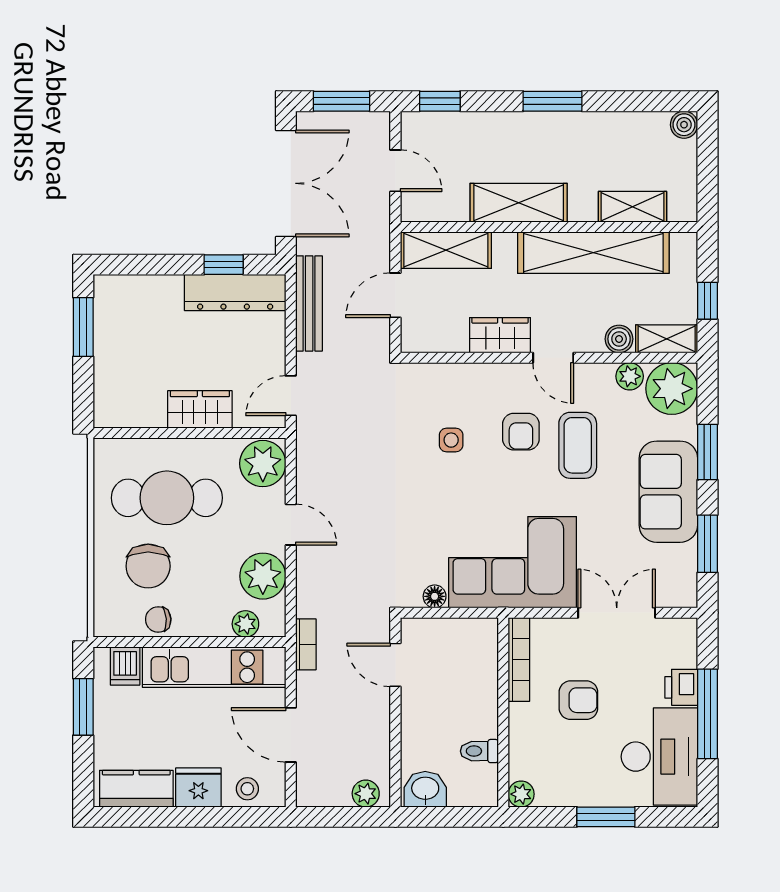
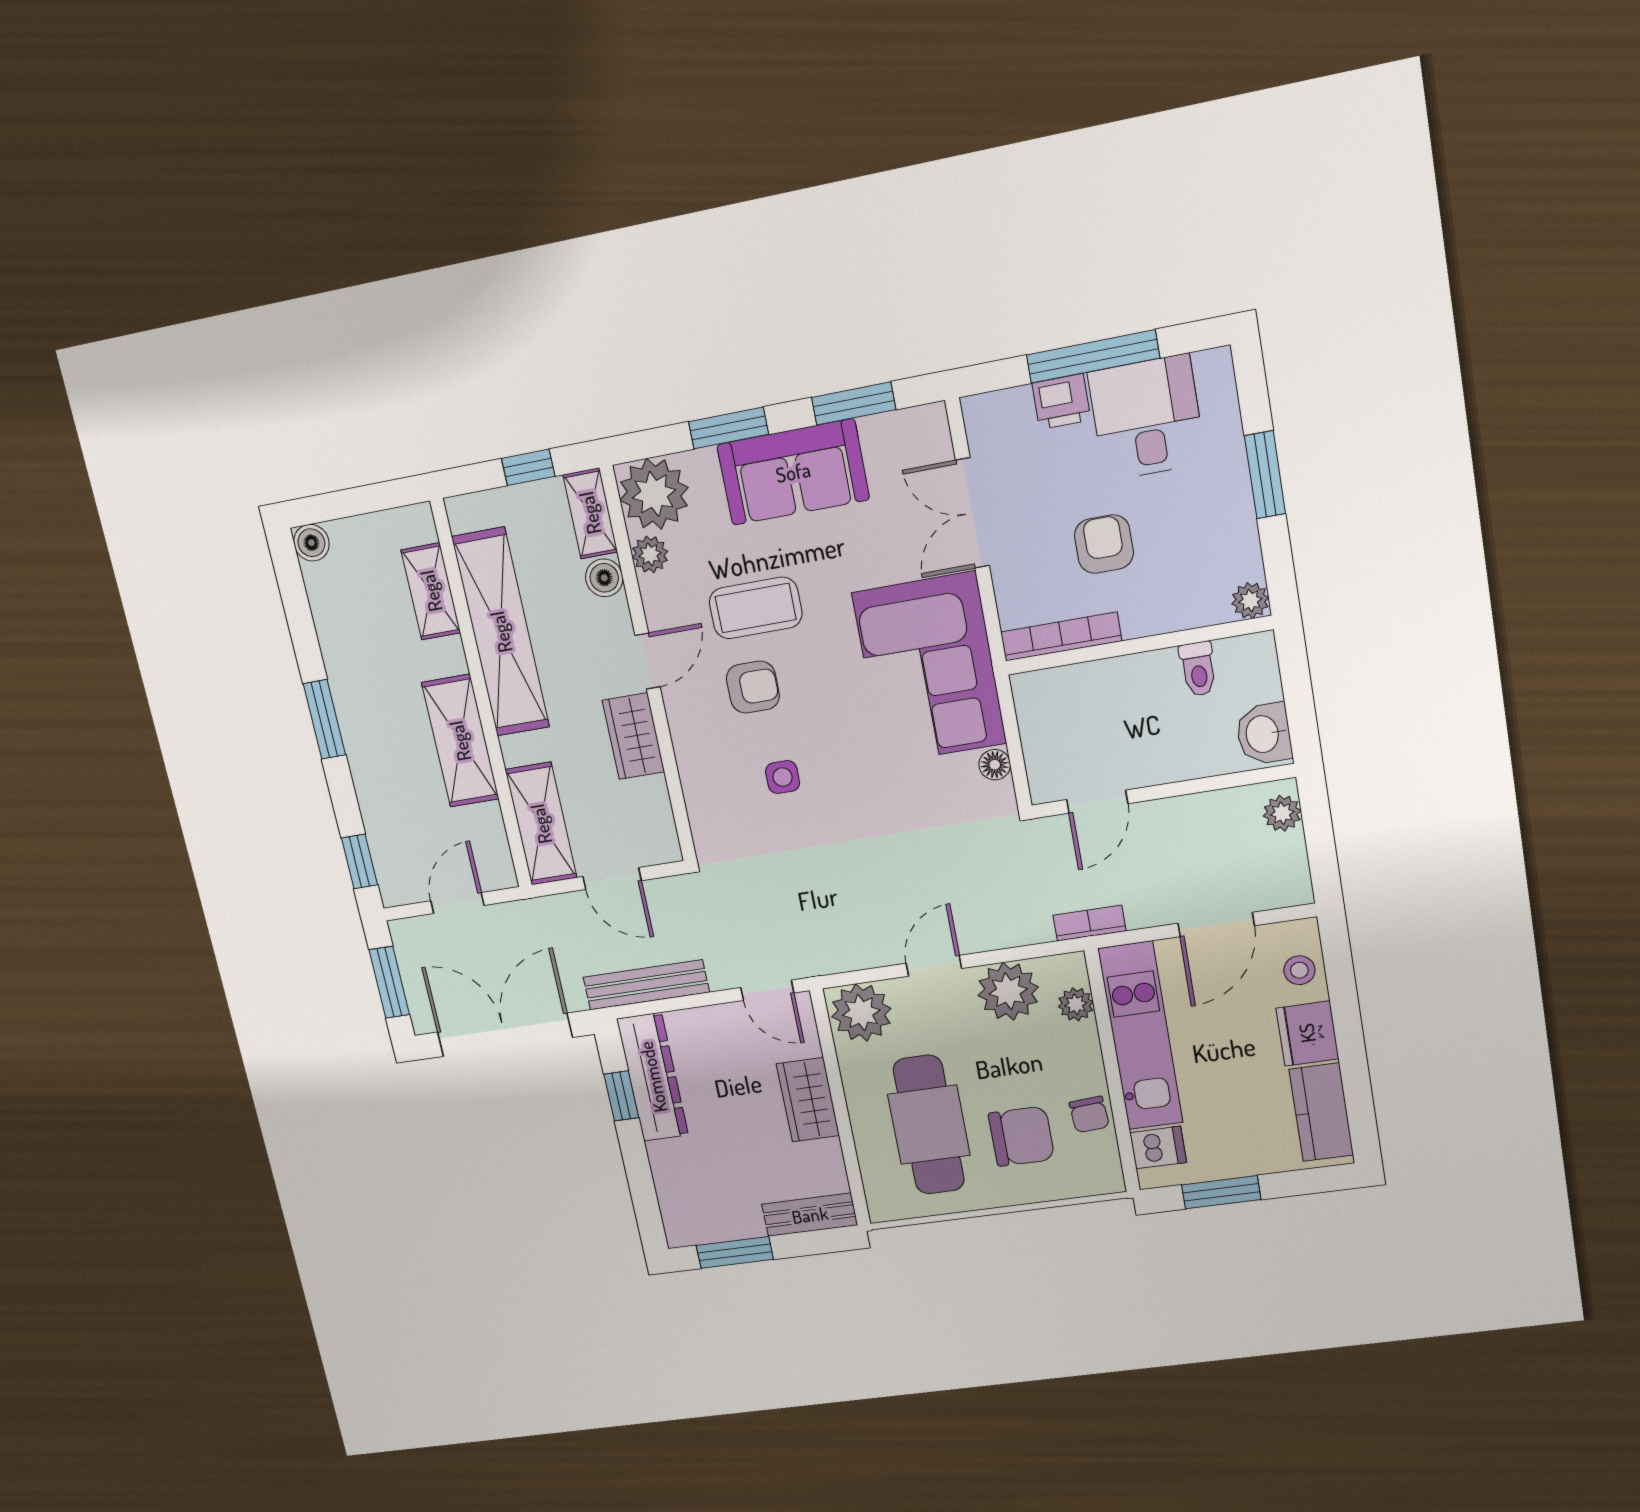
bench: (107, 392) -> (810, 1215), added
desk: (659, 757) -> (1147, 418), width x0.73

